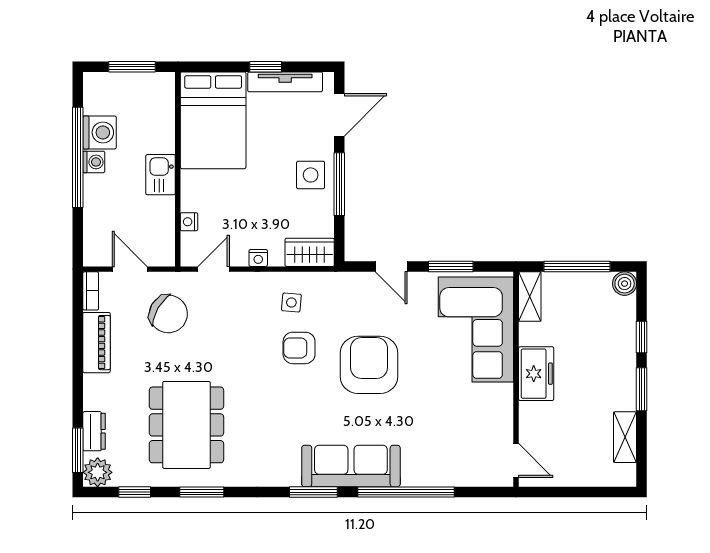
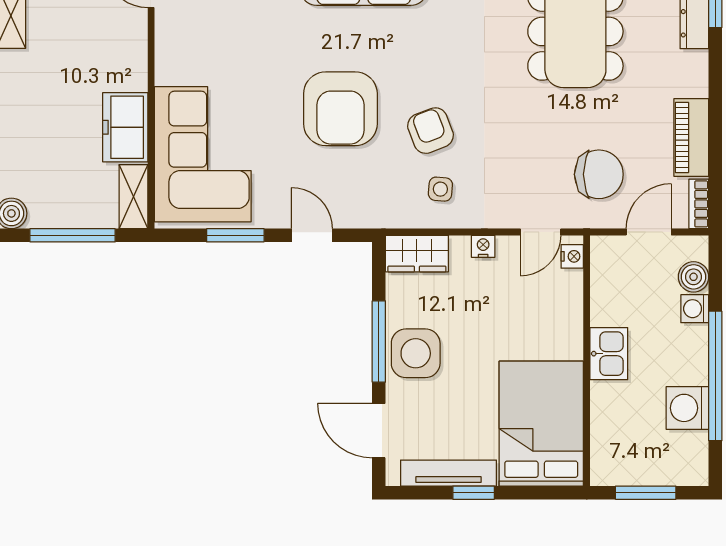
door: (339, 115) -> (379, 431), hinge flipped
washing machine: (94, 162) -> (695, 309), moved
side table: (311, 175) -> (416, 353), width x1.37, depth x1.37
nightstand: (189, 222) -> (572, 256), moved
boiler: (95, 234) -> (694, 277), added
door: (130, 269) -> (649, 232), swing flipped
chair: (168, 314) -> (599, 174), turned 150
armchair: (299, 348) -> (431, 131), turned -111
freezer: (536, 374) -> (125, 127), moved

